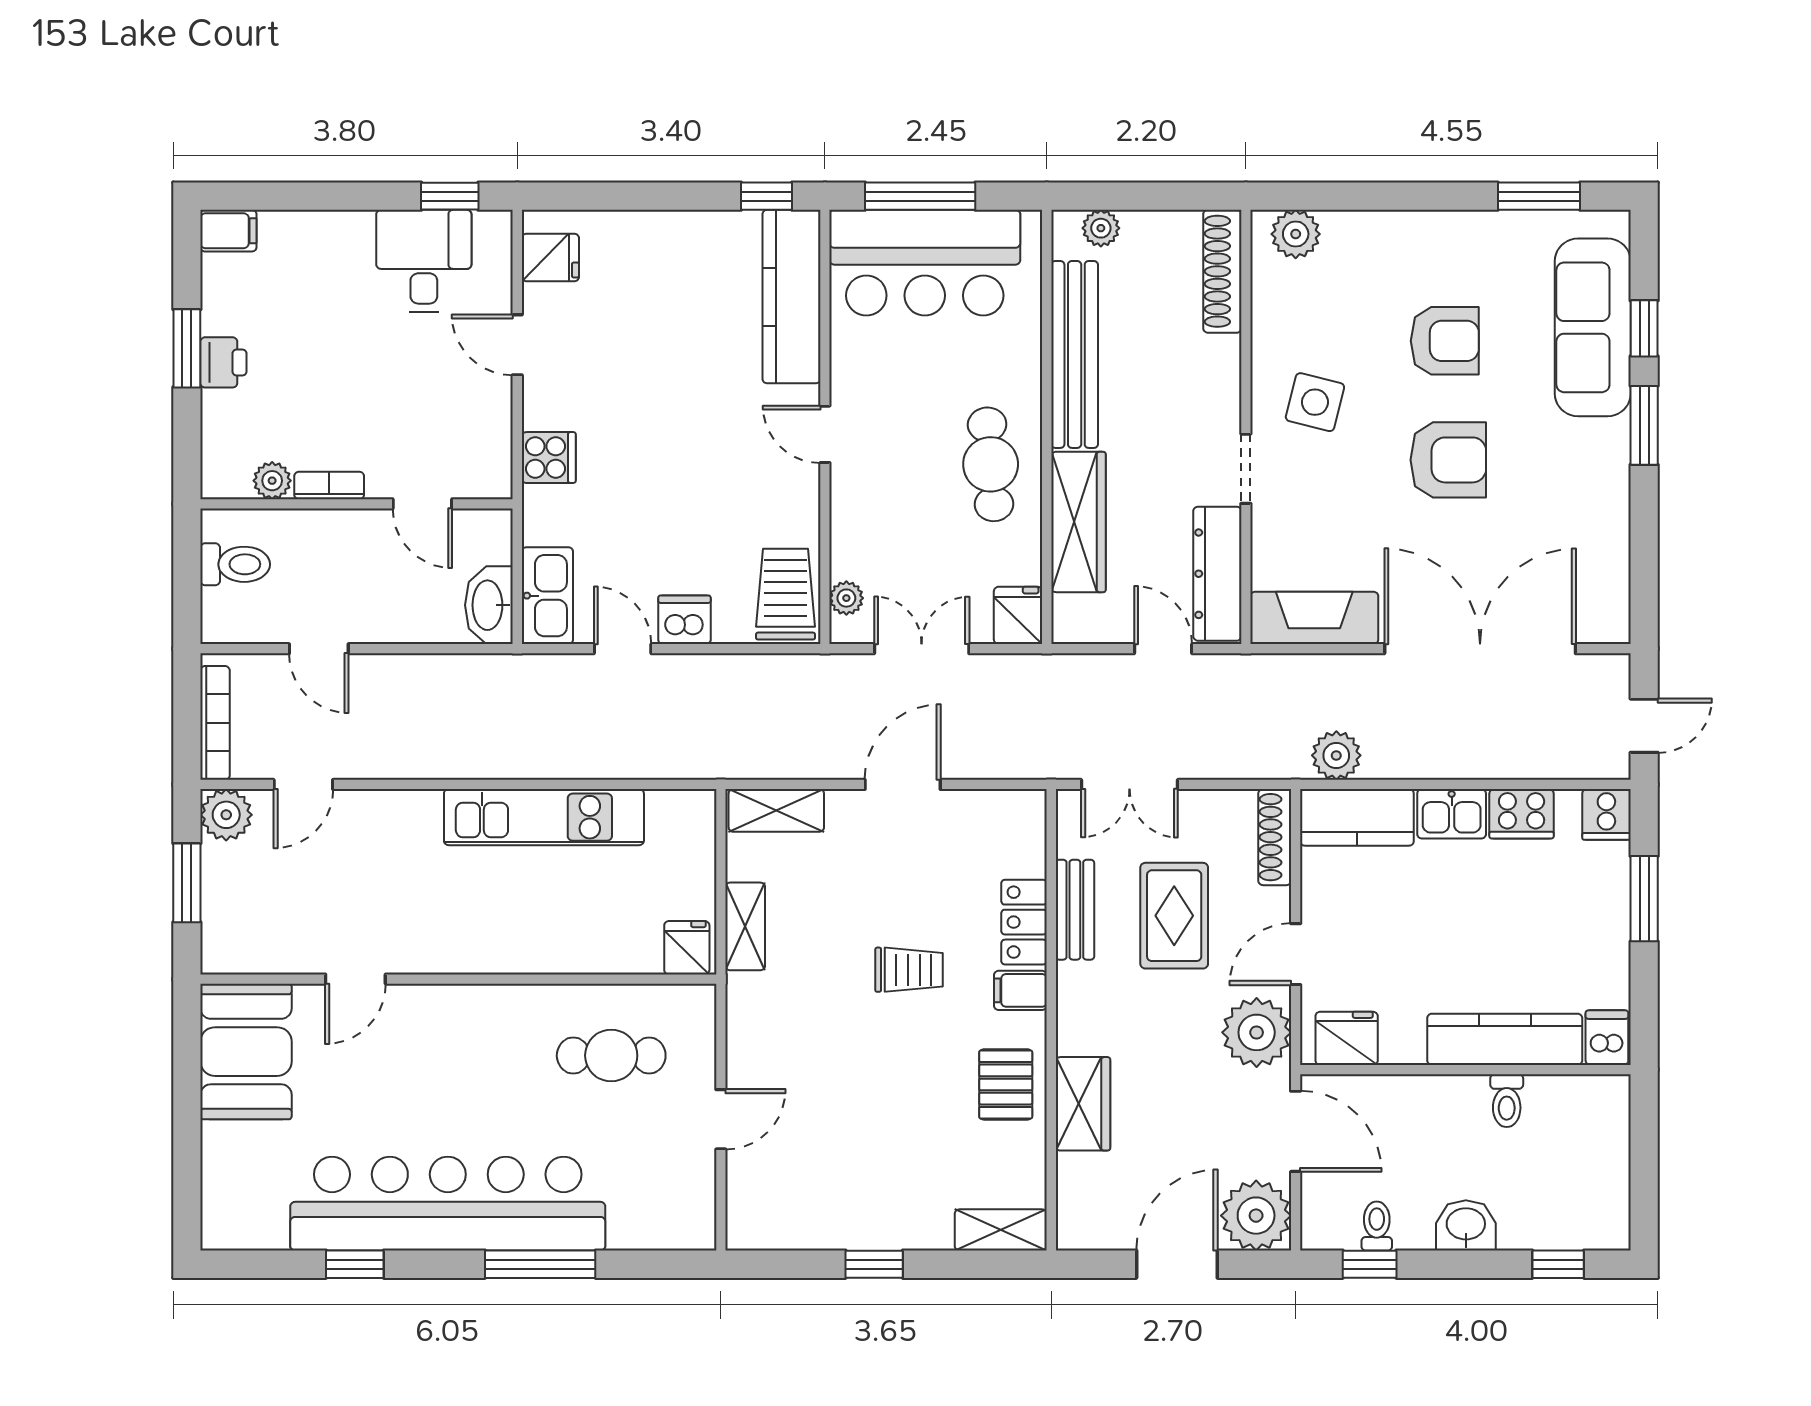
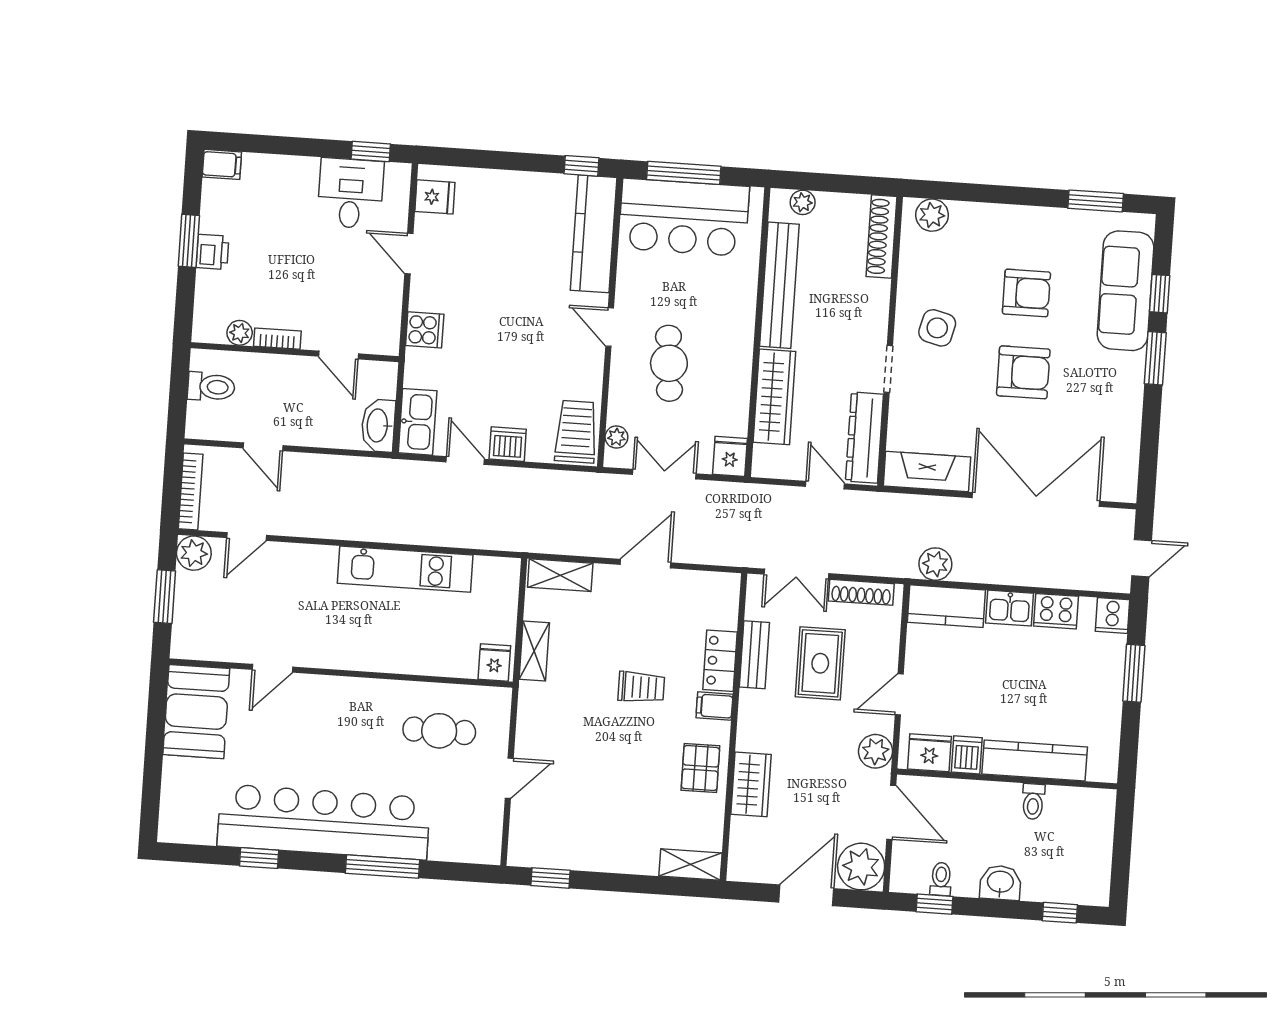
cafe table: (991, 464) -> (669, 363), moved
shoe rack: (1275, 837) -> (861, 592), moved, turned -90
plant: (1257, 1032) -> (875, 751), width x0.73, depth x0.73
dishwasher: (1607, 1038) -> (967, 755), moved
window: (874, 1264) -> (551, 878), moved

